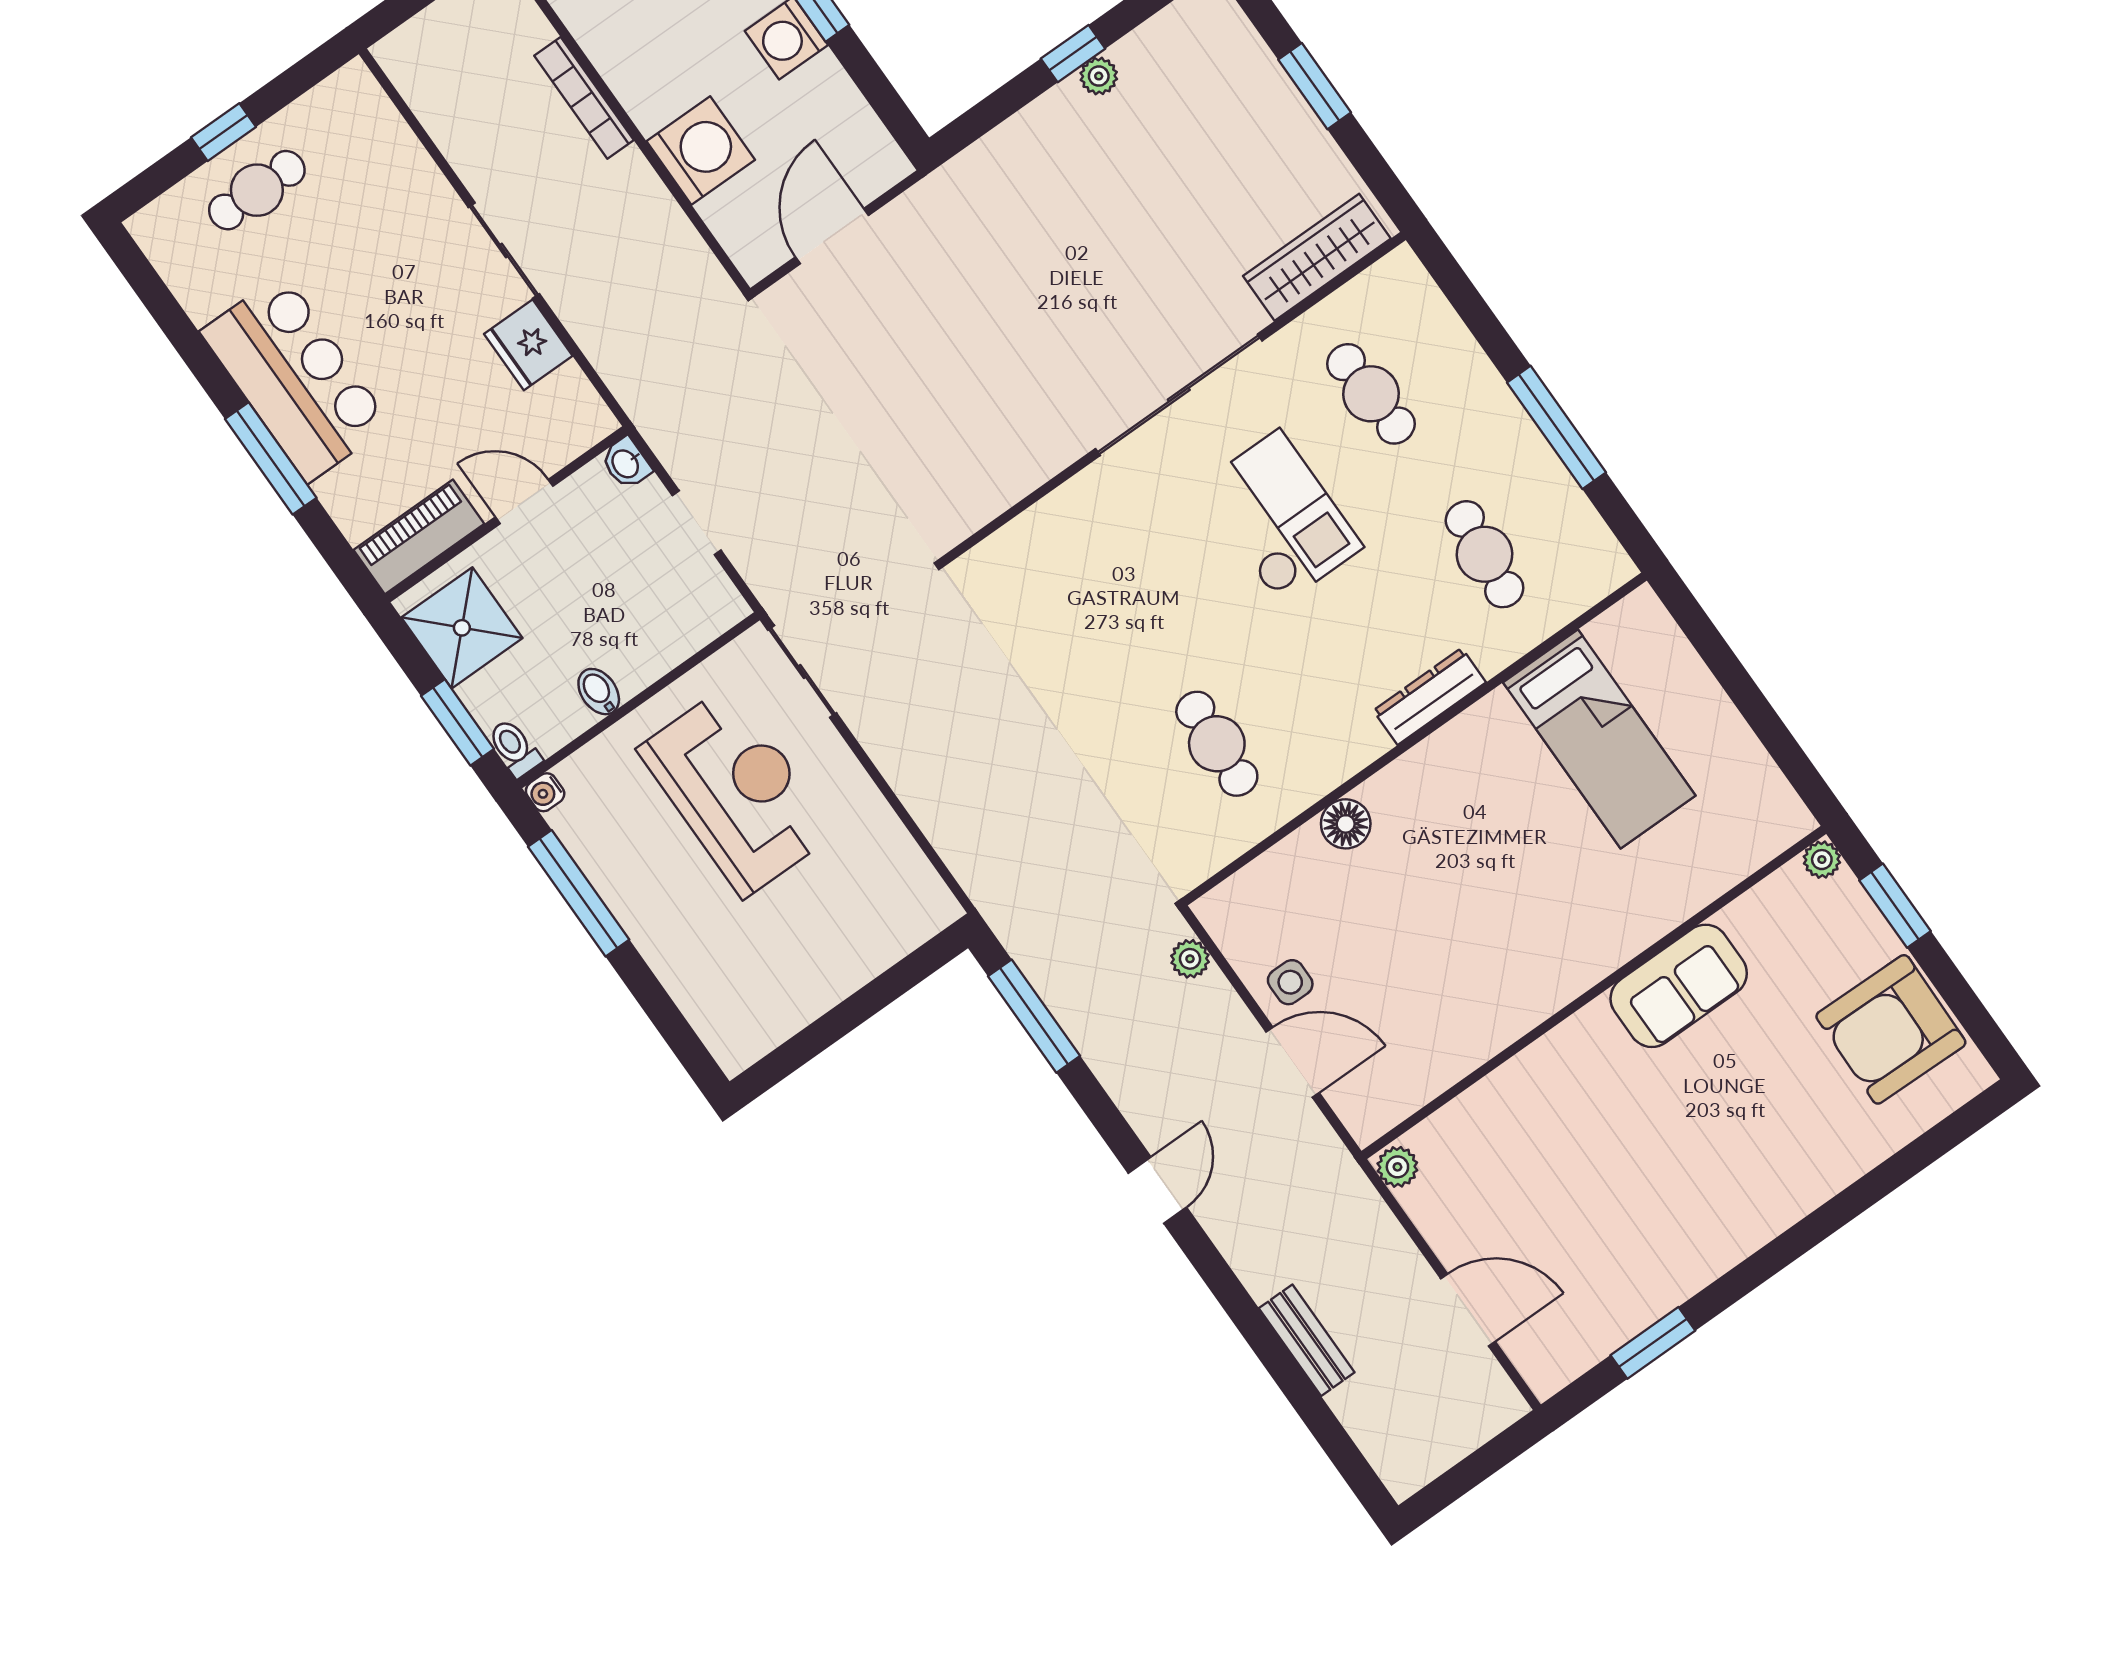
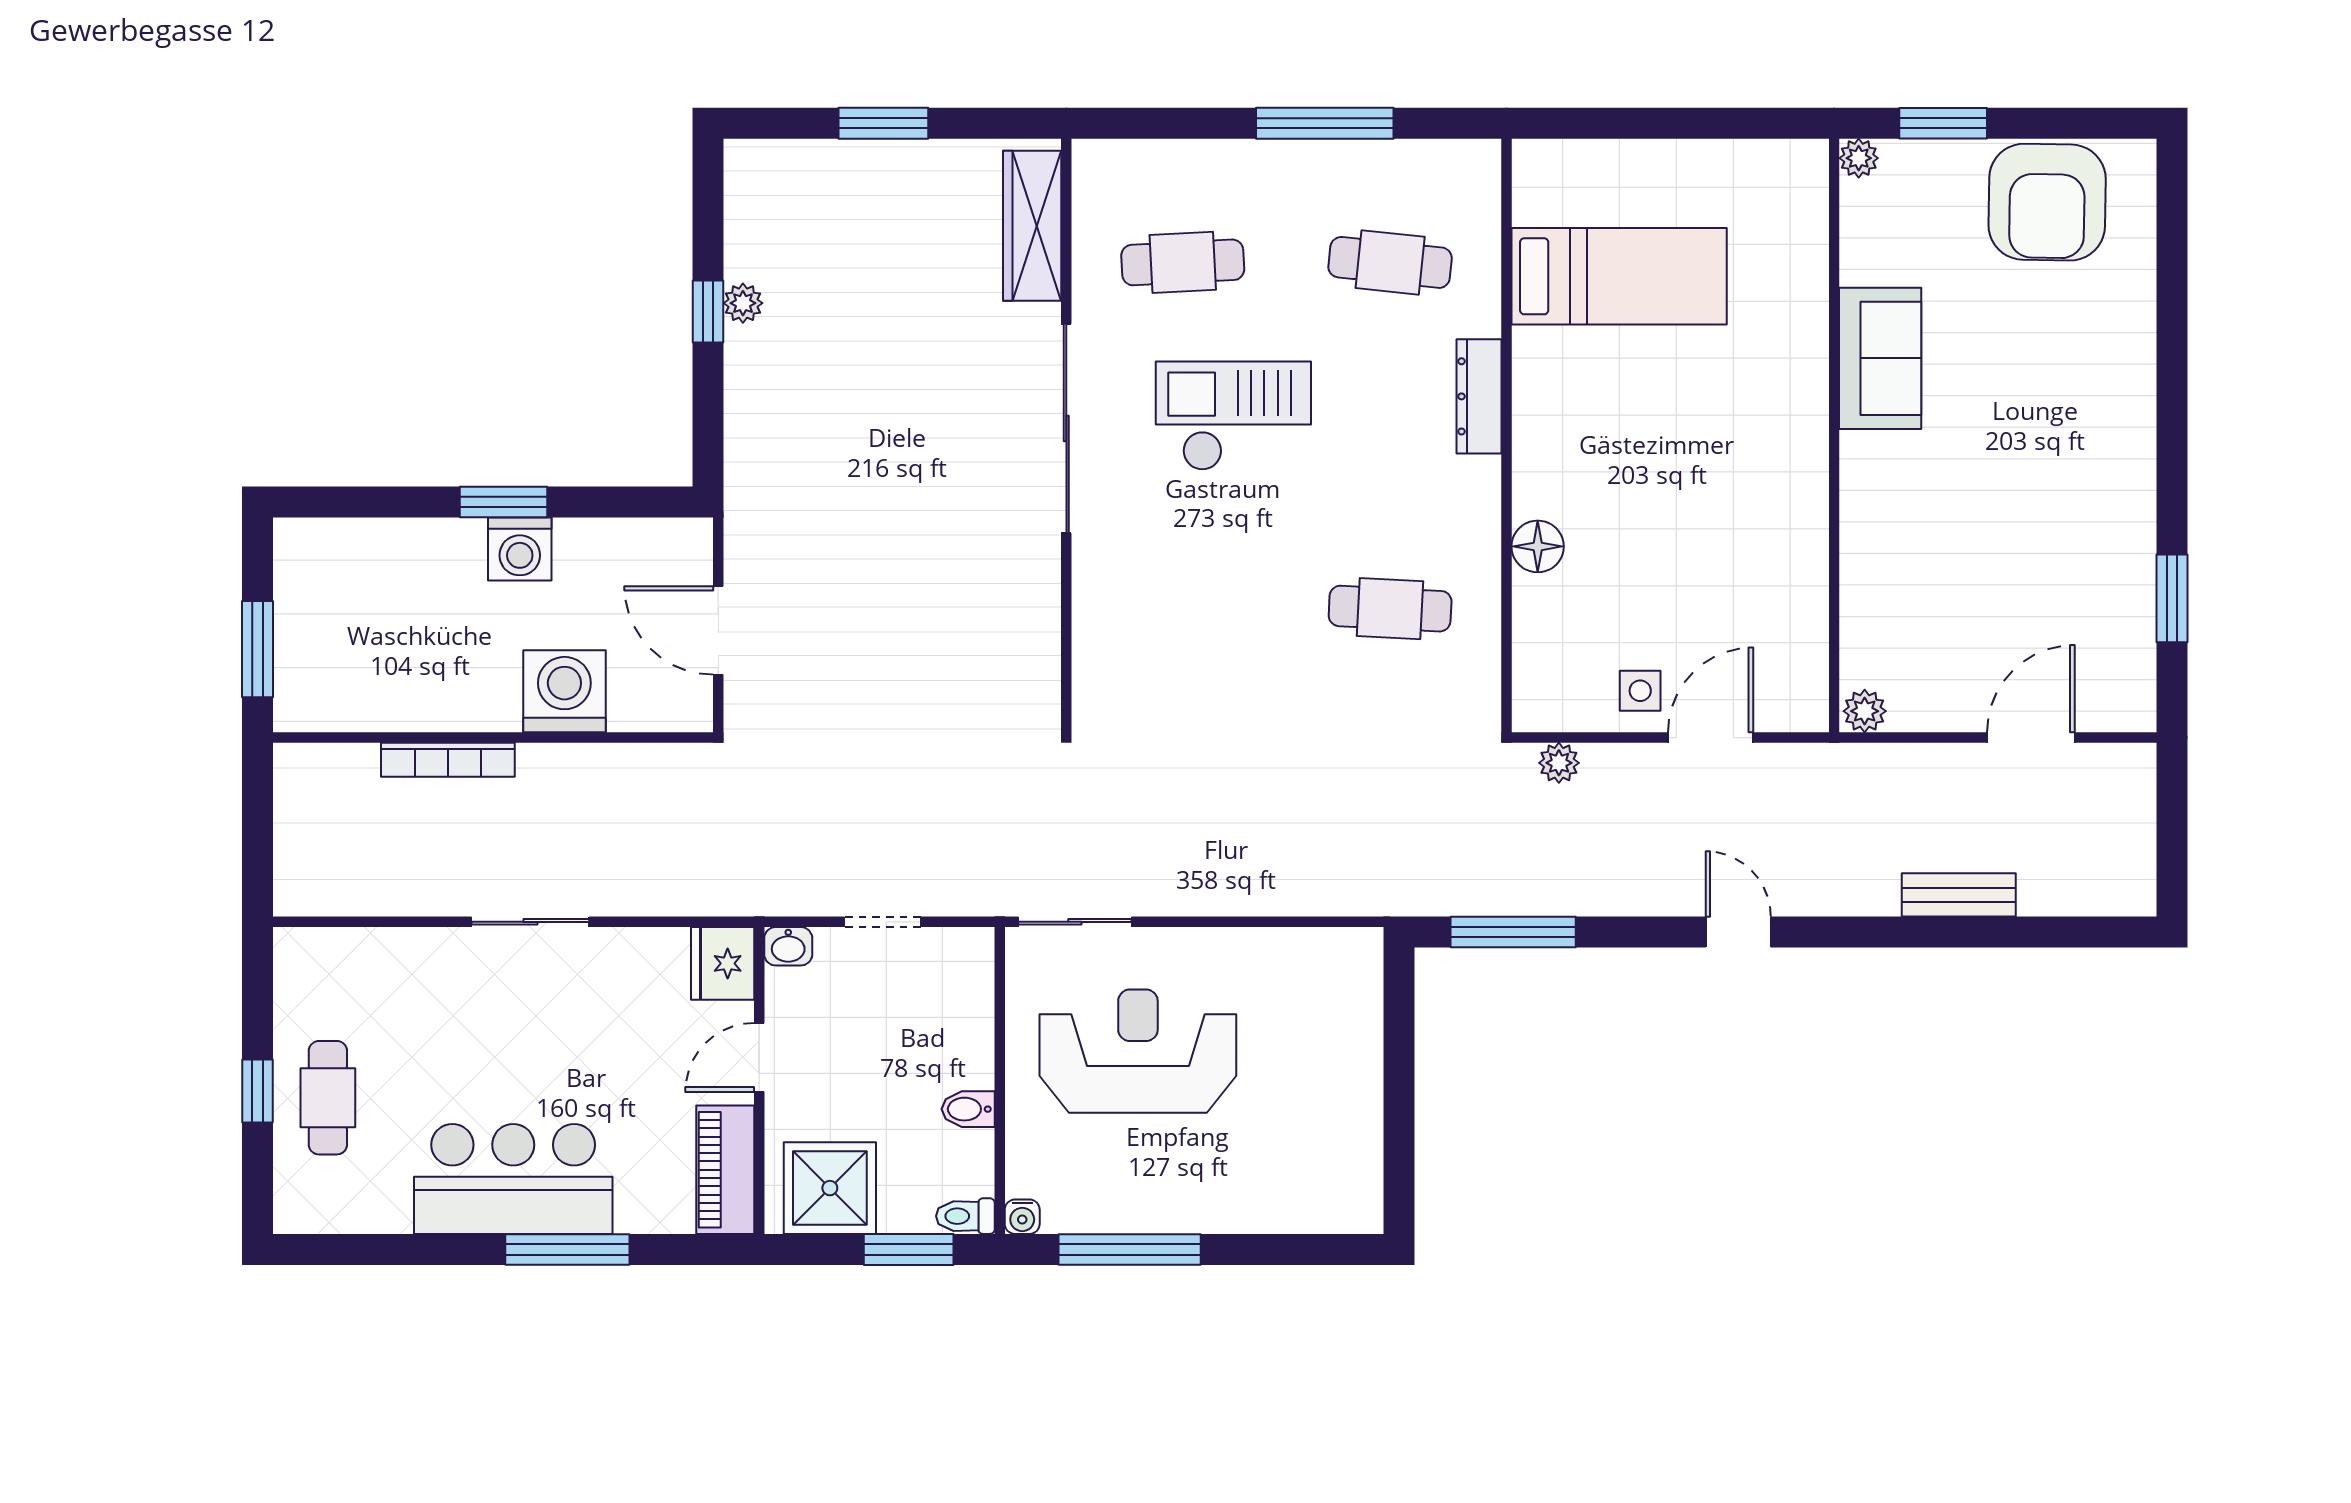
fridge: (528, 345) -> (723, 963), moved, turned 90

